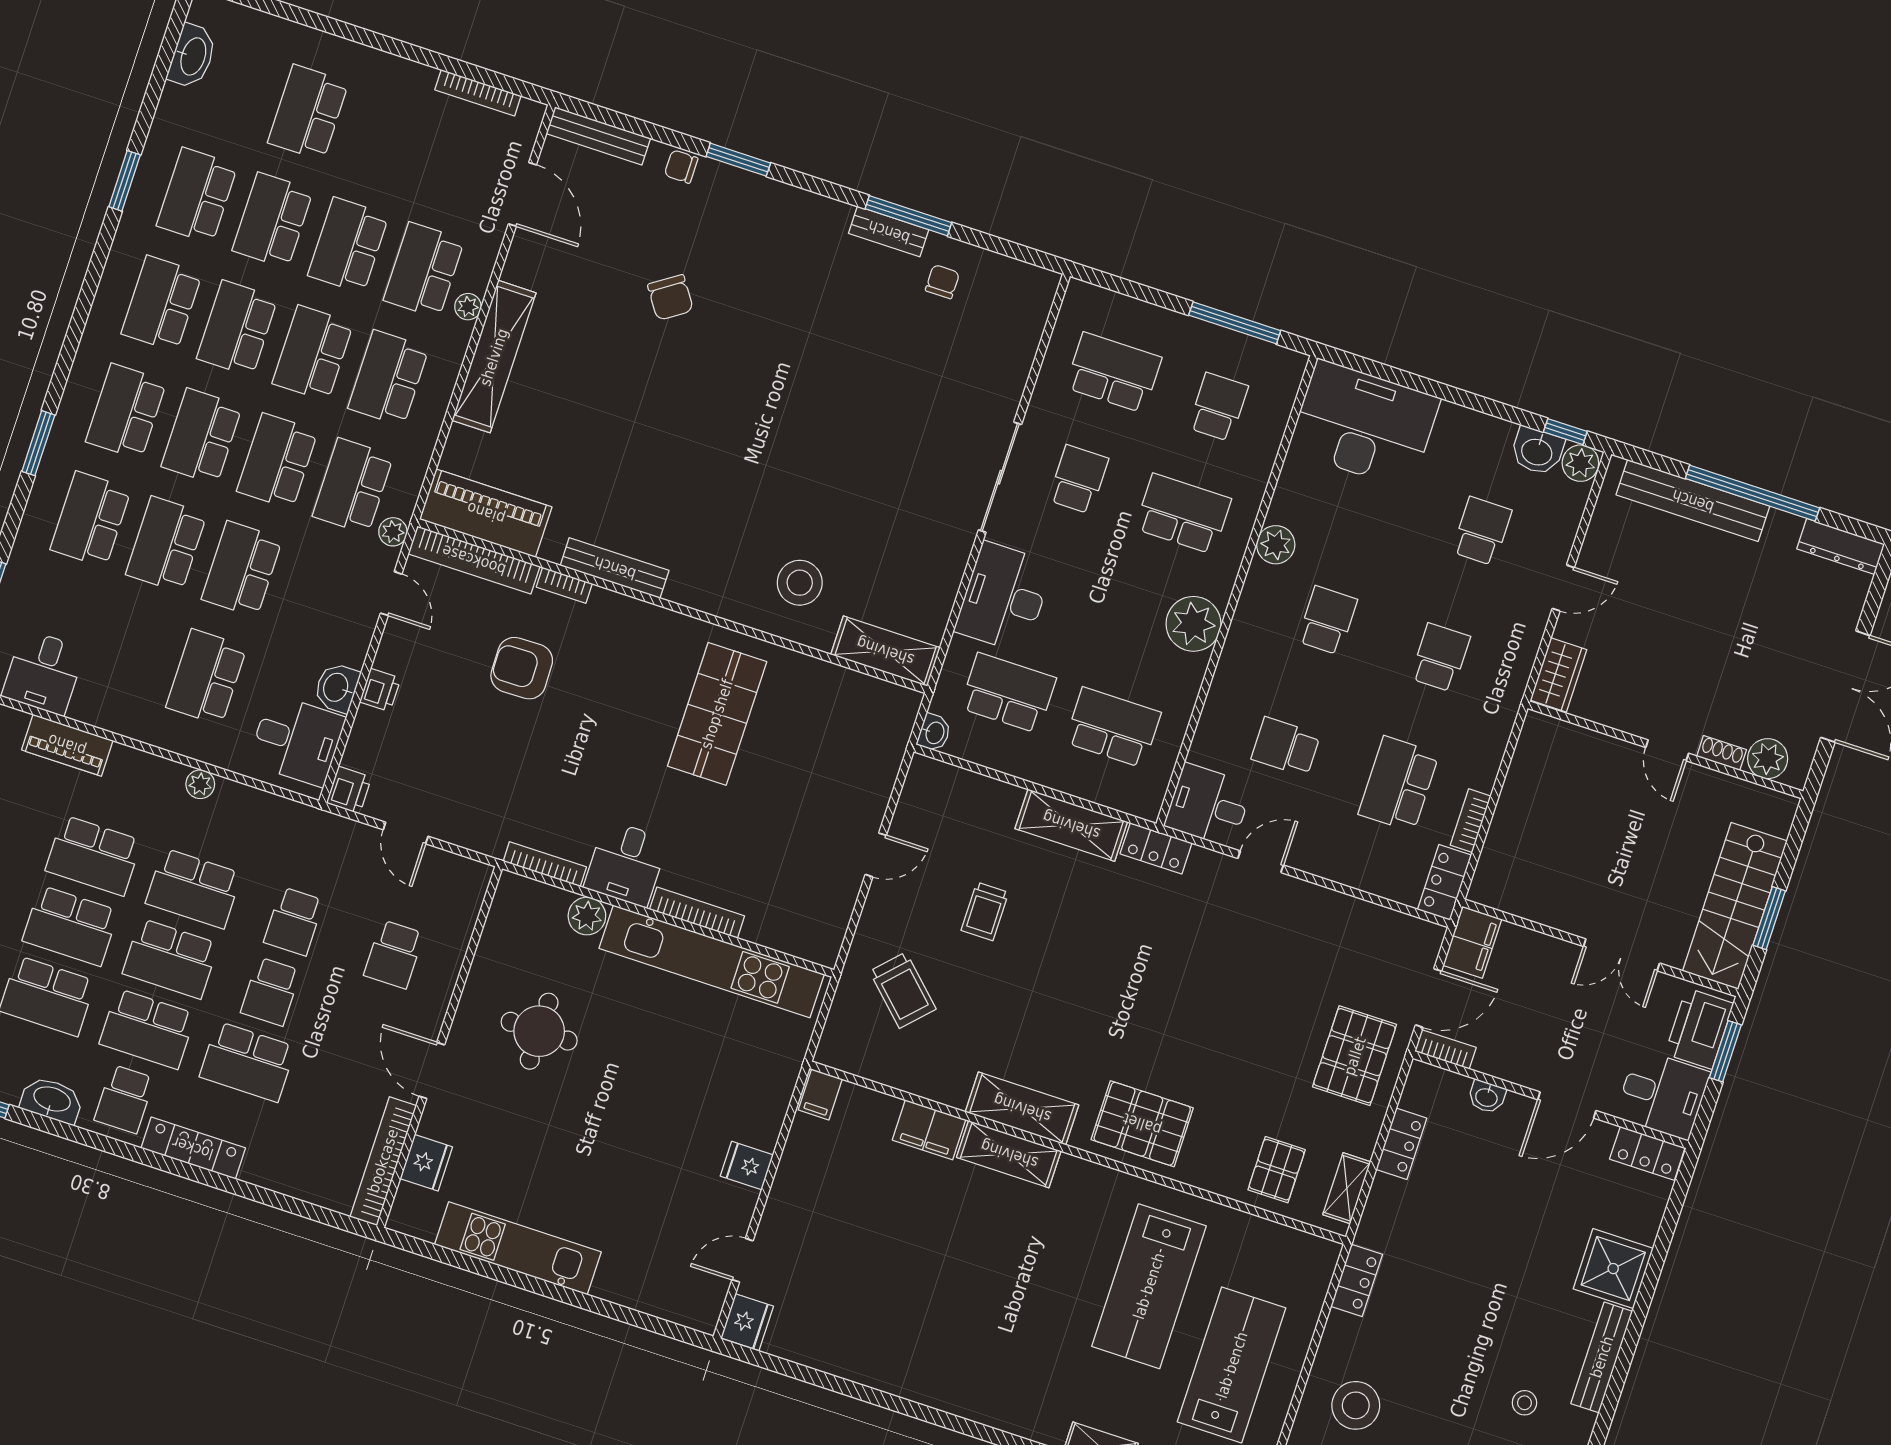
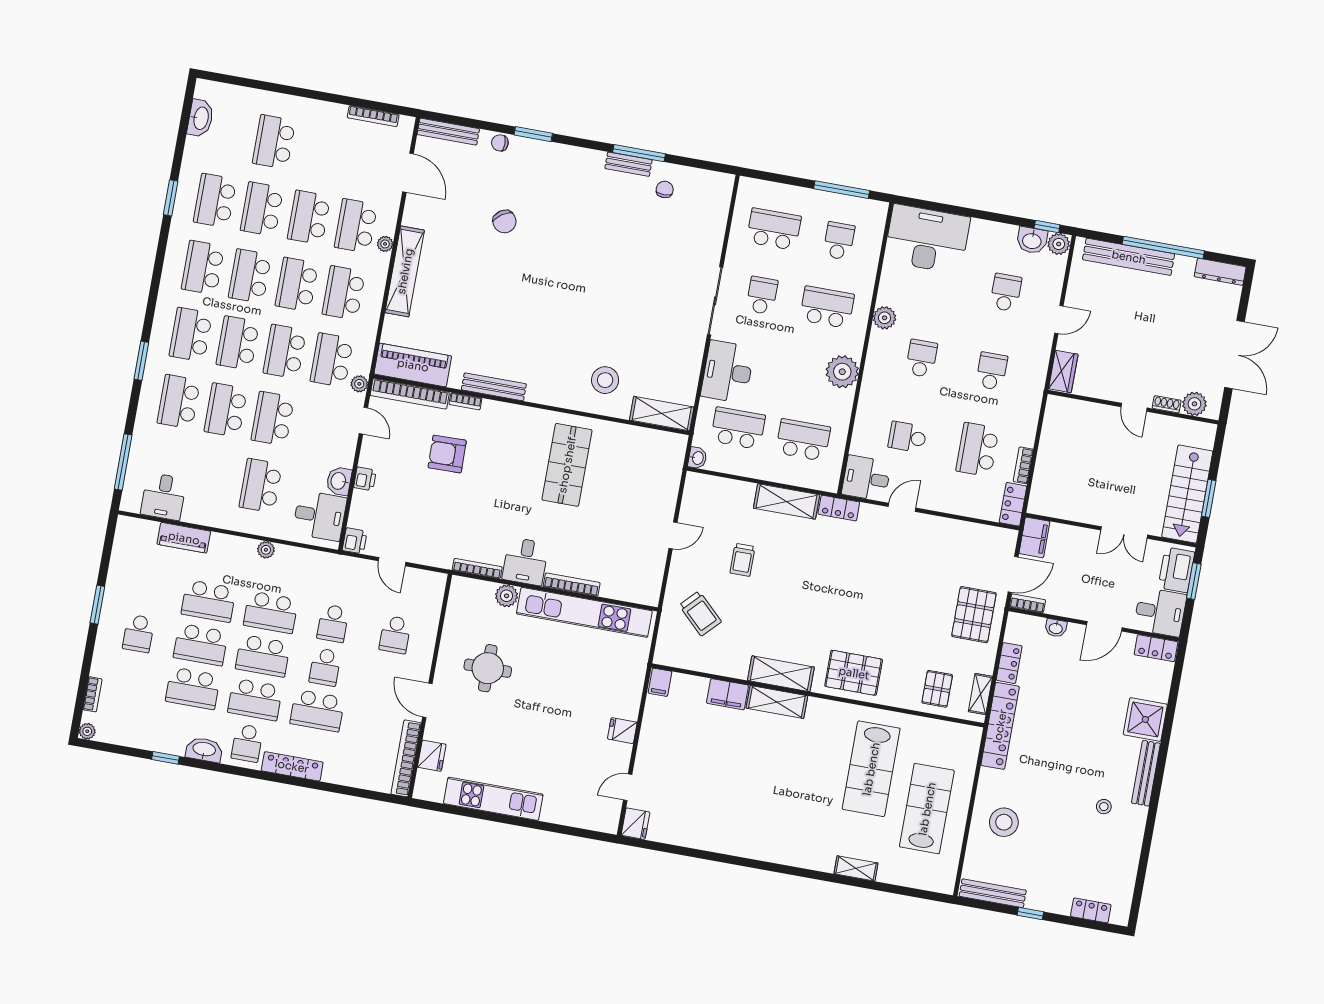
locker: (1357, 1280) -> (1000, 726), width x2.16, depth x1.21

